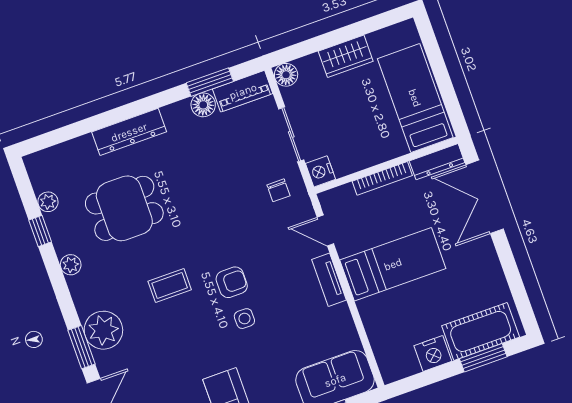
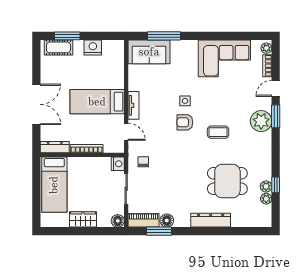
double door: (485, 197) -> (36, 104), moved
plant: (71, 265) -> (266, 186), moved
cot: (481, 331) -> (58, 47), width x0.73, depth x0.75

